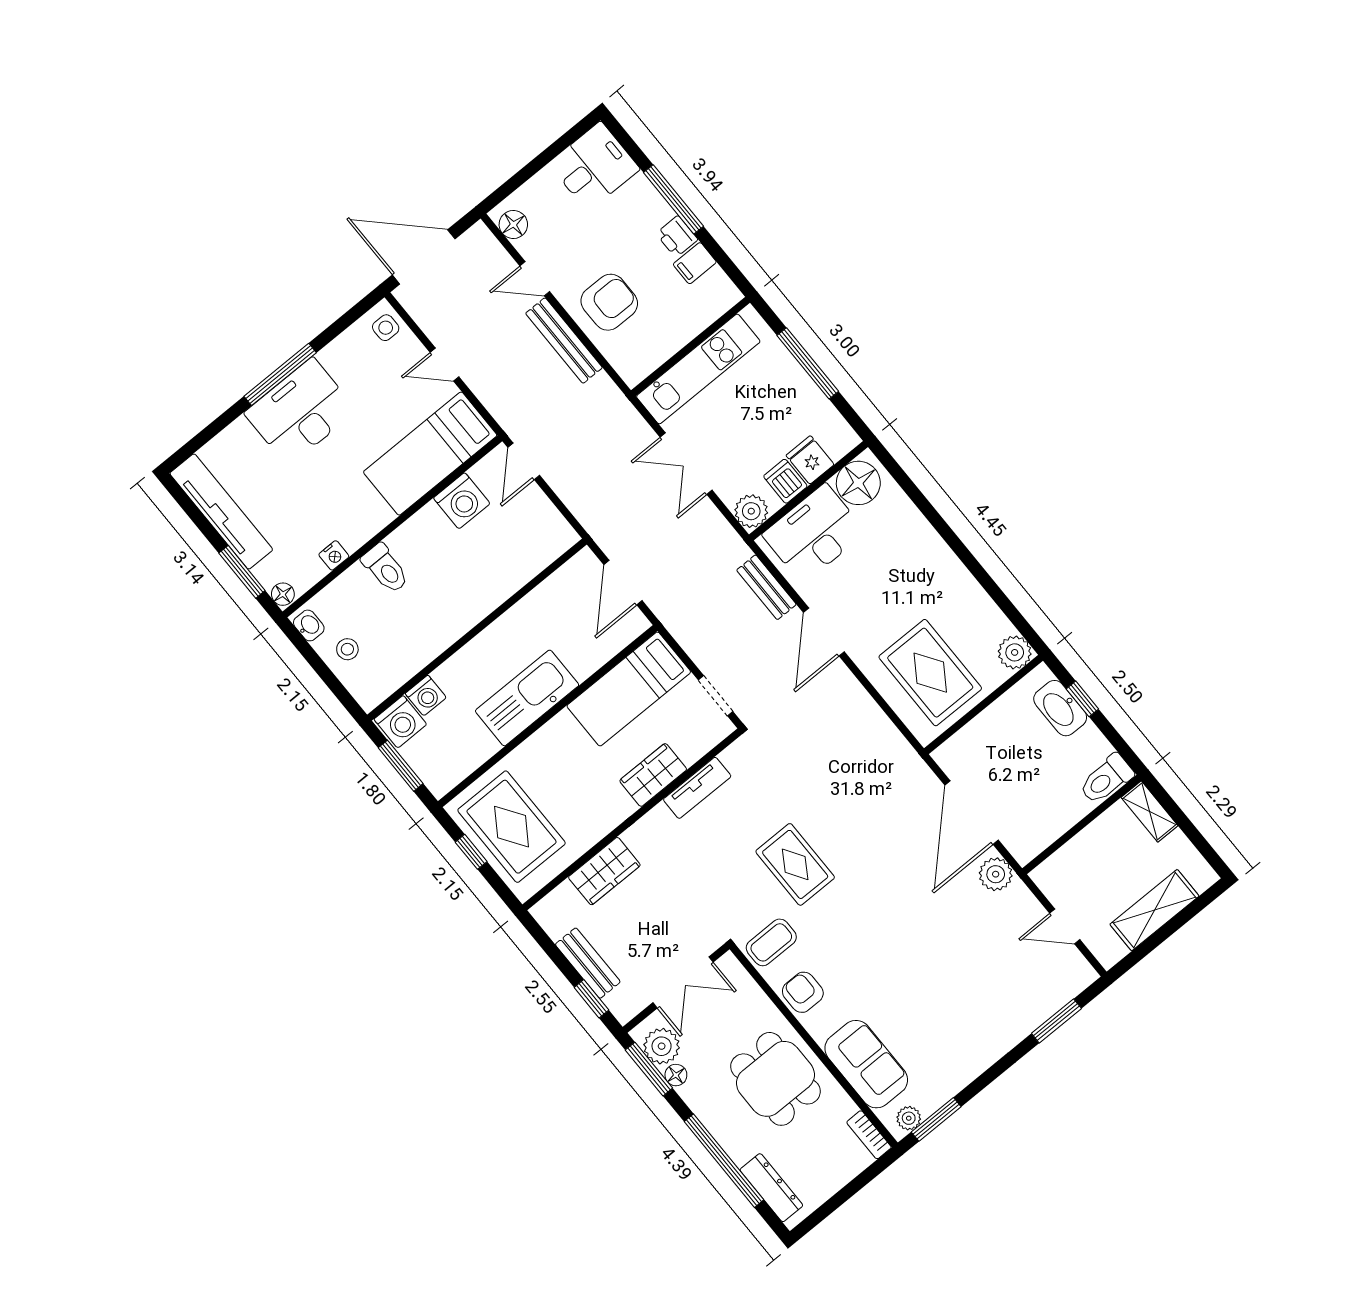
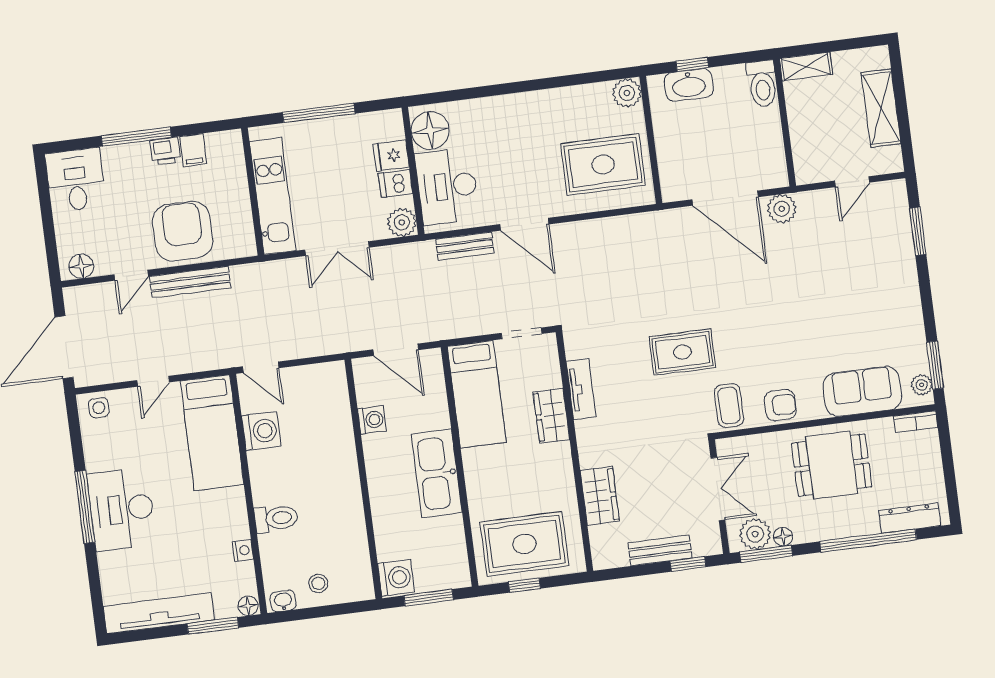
armchair: (609, 302) -> (183, 231), width x1.36, depth x1.36
washing machine: (426, 695) -> (372, 420), moved
armchair: (803, 992) -> (780, 405), turned 180

